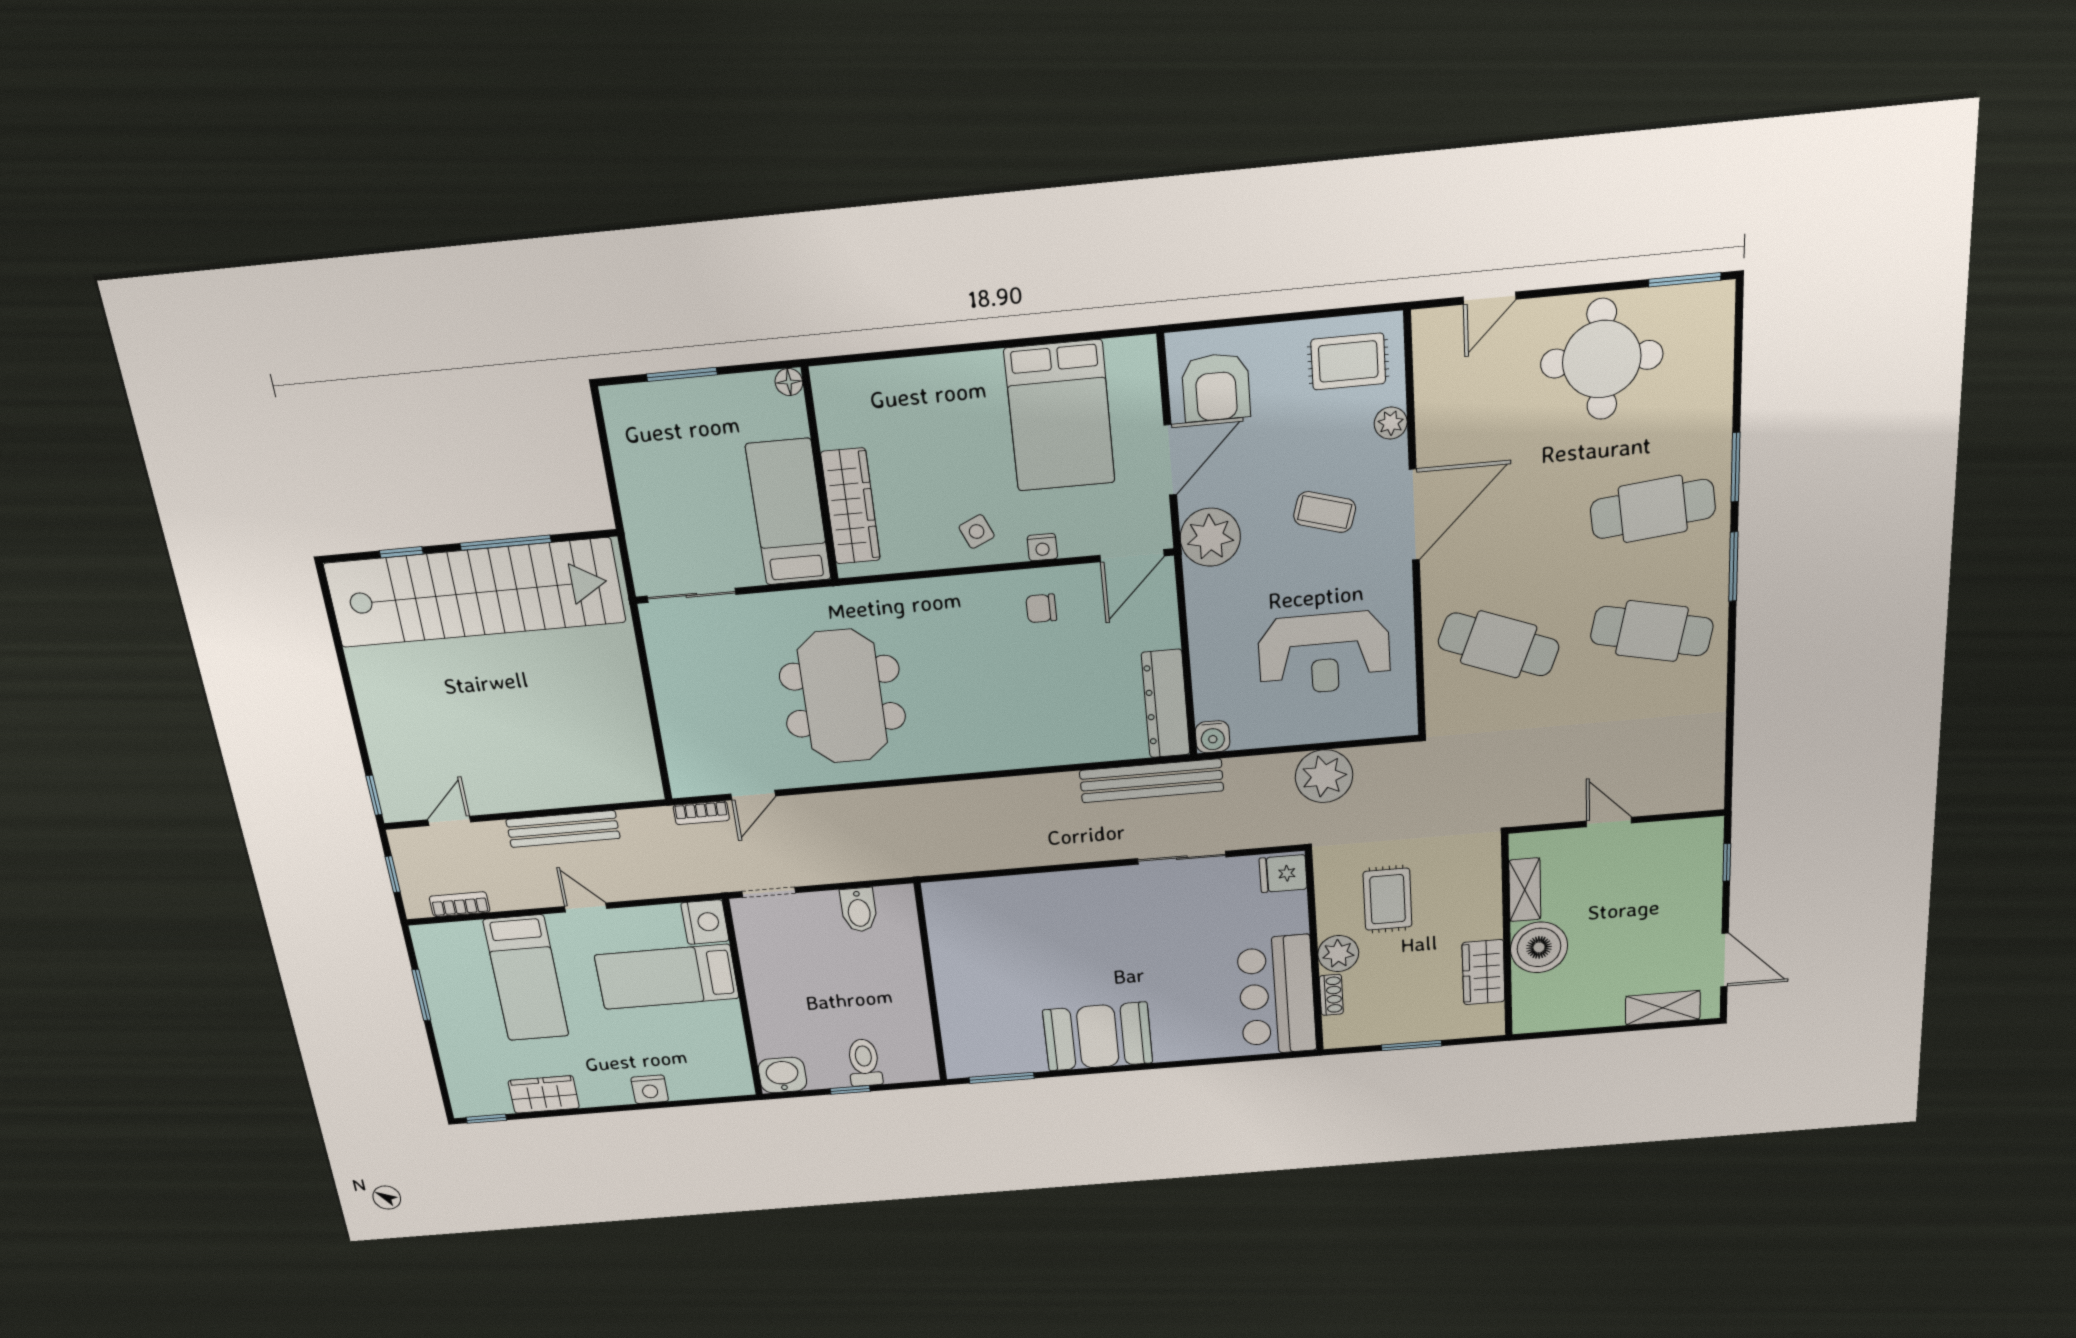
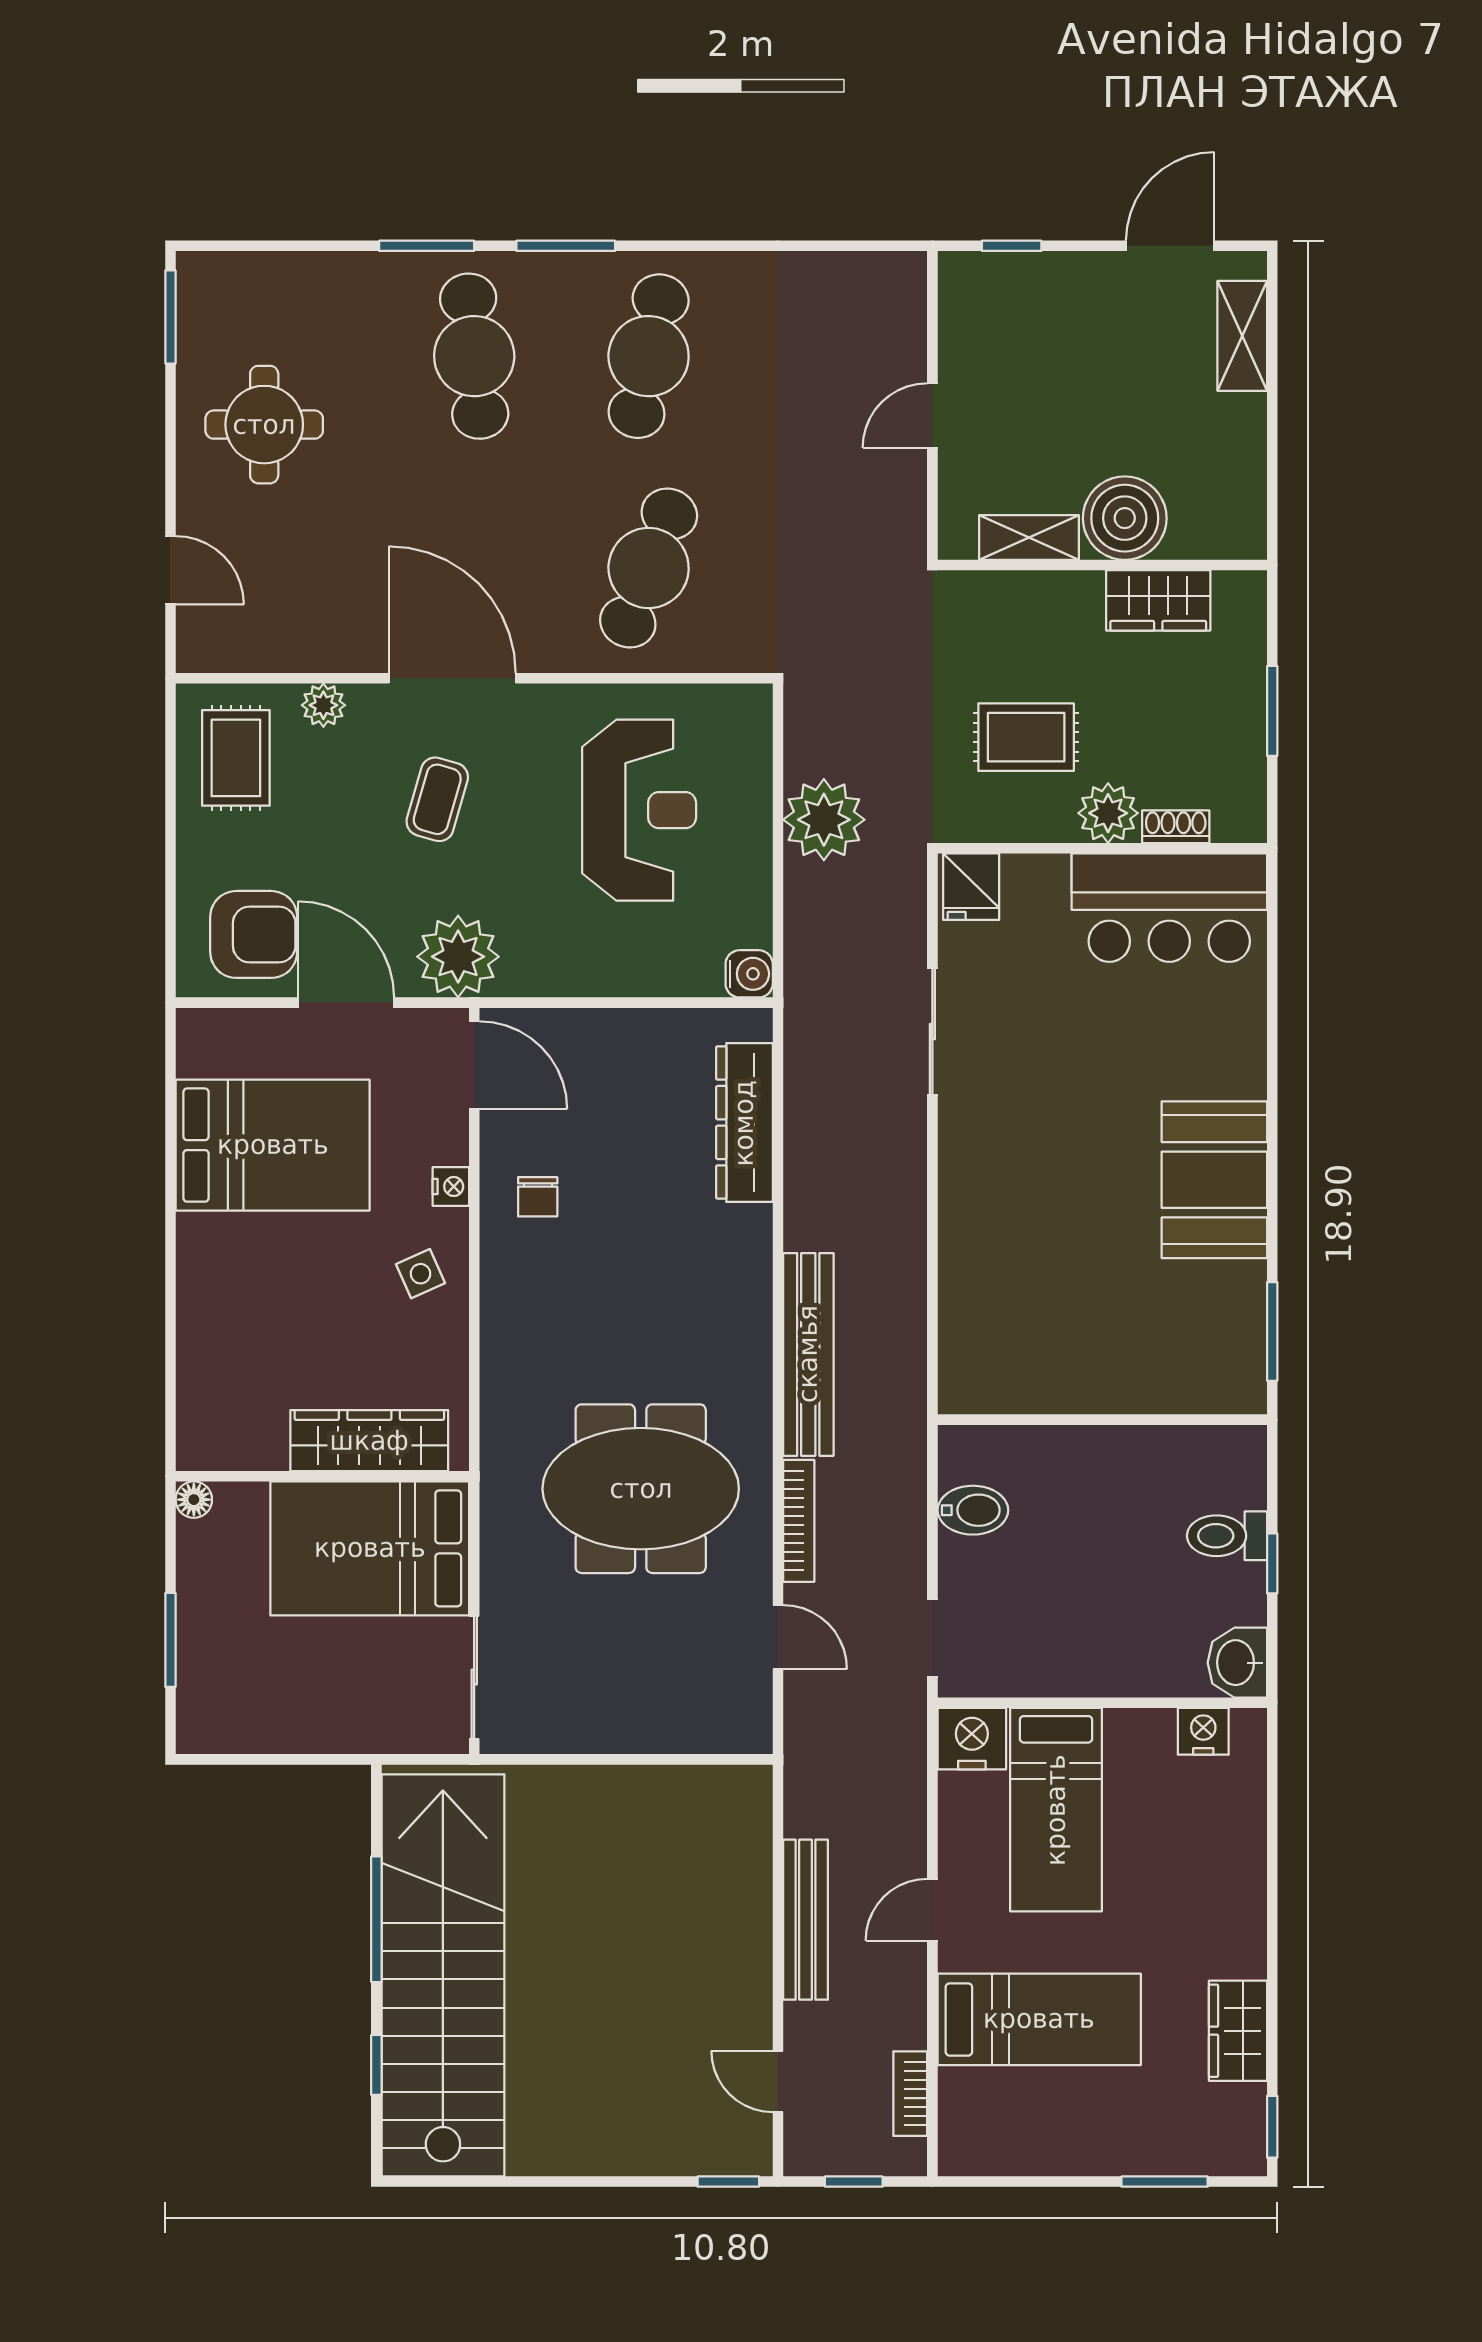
round table: (1602, 359) -> (264, 425), width x0.73, depth x0.73
bed: (788, 512) -> (370, 1548), width x1.50
dresser: (1166, 704) -> (744, 1123), moved, turned 90
bench: (1152, 781) -> (808, 1354), moved
bookcase: (701, 813) -> (799, 1521), moved, width x1.56
window: (421, 995) -> (1165, 2182), moved
nightstand: (650, 1089) -> (1203, 1731), moved, turned -90

